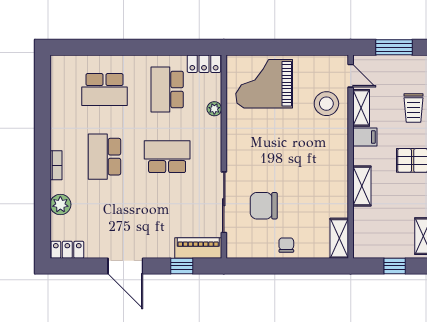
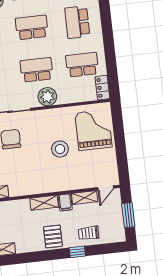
stool: (326, 104) -> (60, 149), moved
plant: (214, 109) -> (47, 97), moved, width x1.88, depth x1.88
school desk: (167, 157) -> (37, 70), turned -90
shelving: (362, 186) -> (44, 203), moved

